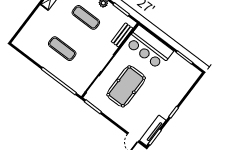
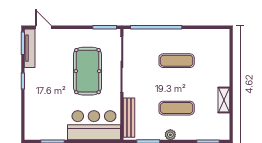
bench: (122, 35) -> (129, 118), width x1.36

